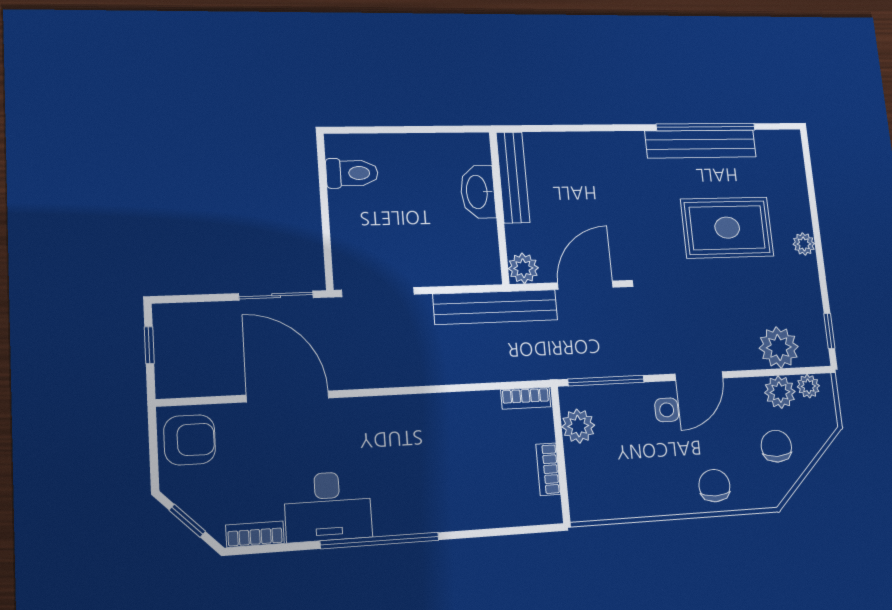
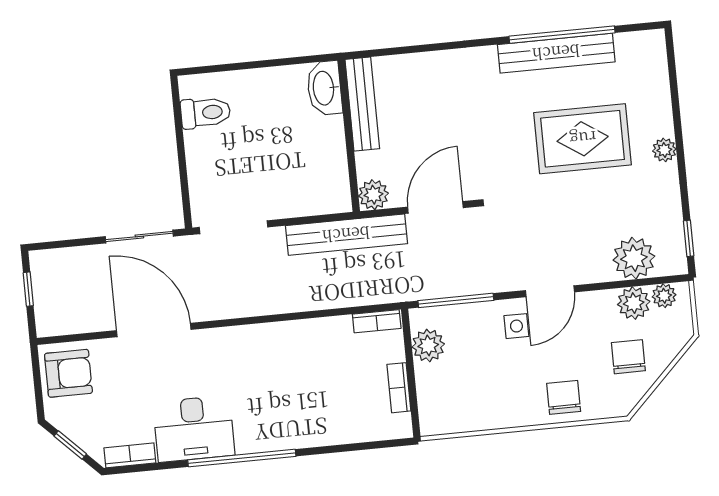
washbasin: (478, 192) -> (324, 88), moved

